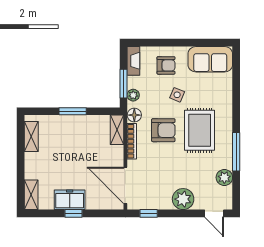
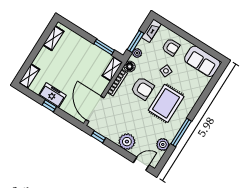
window: (73, 111) -> (104, 47), moved
door: (214, 213) -> (141, 164), swing flipped

